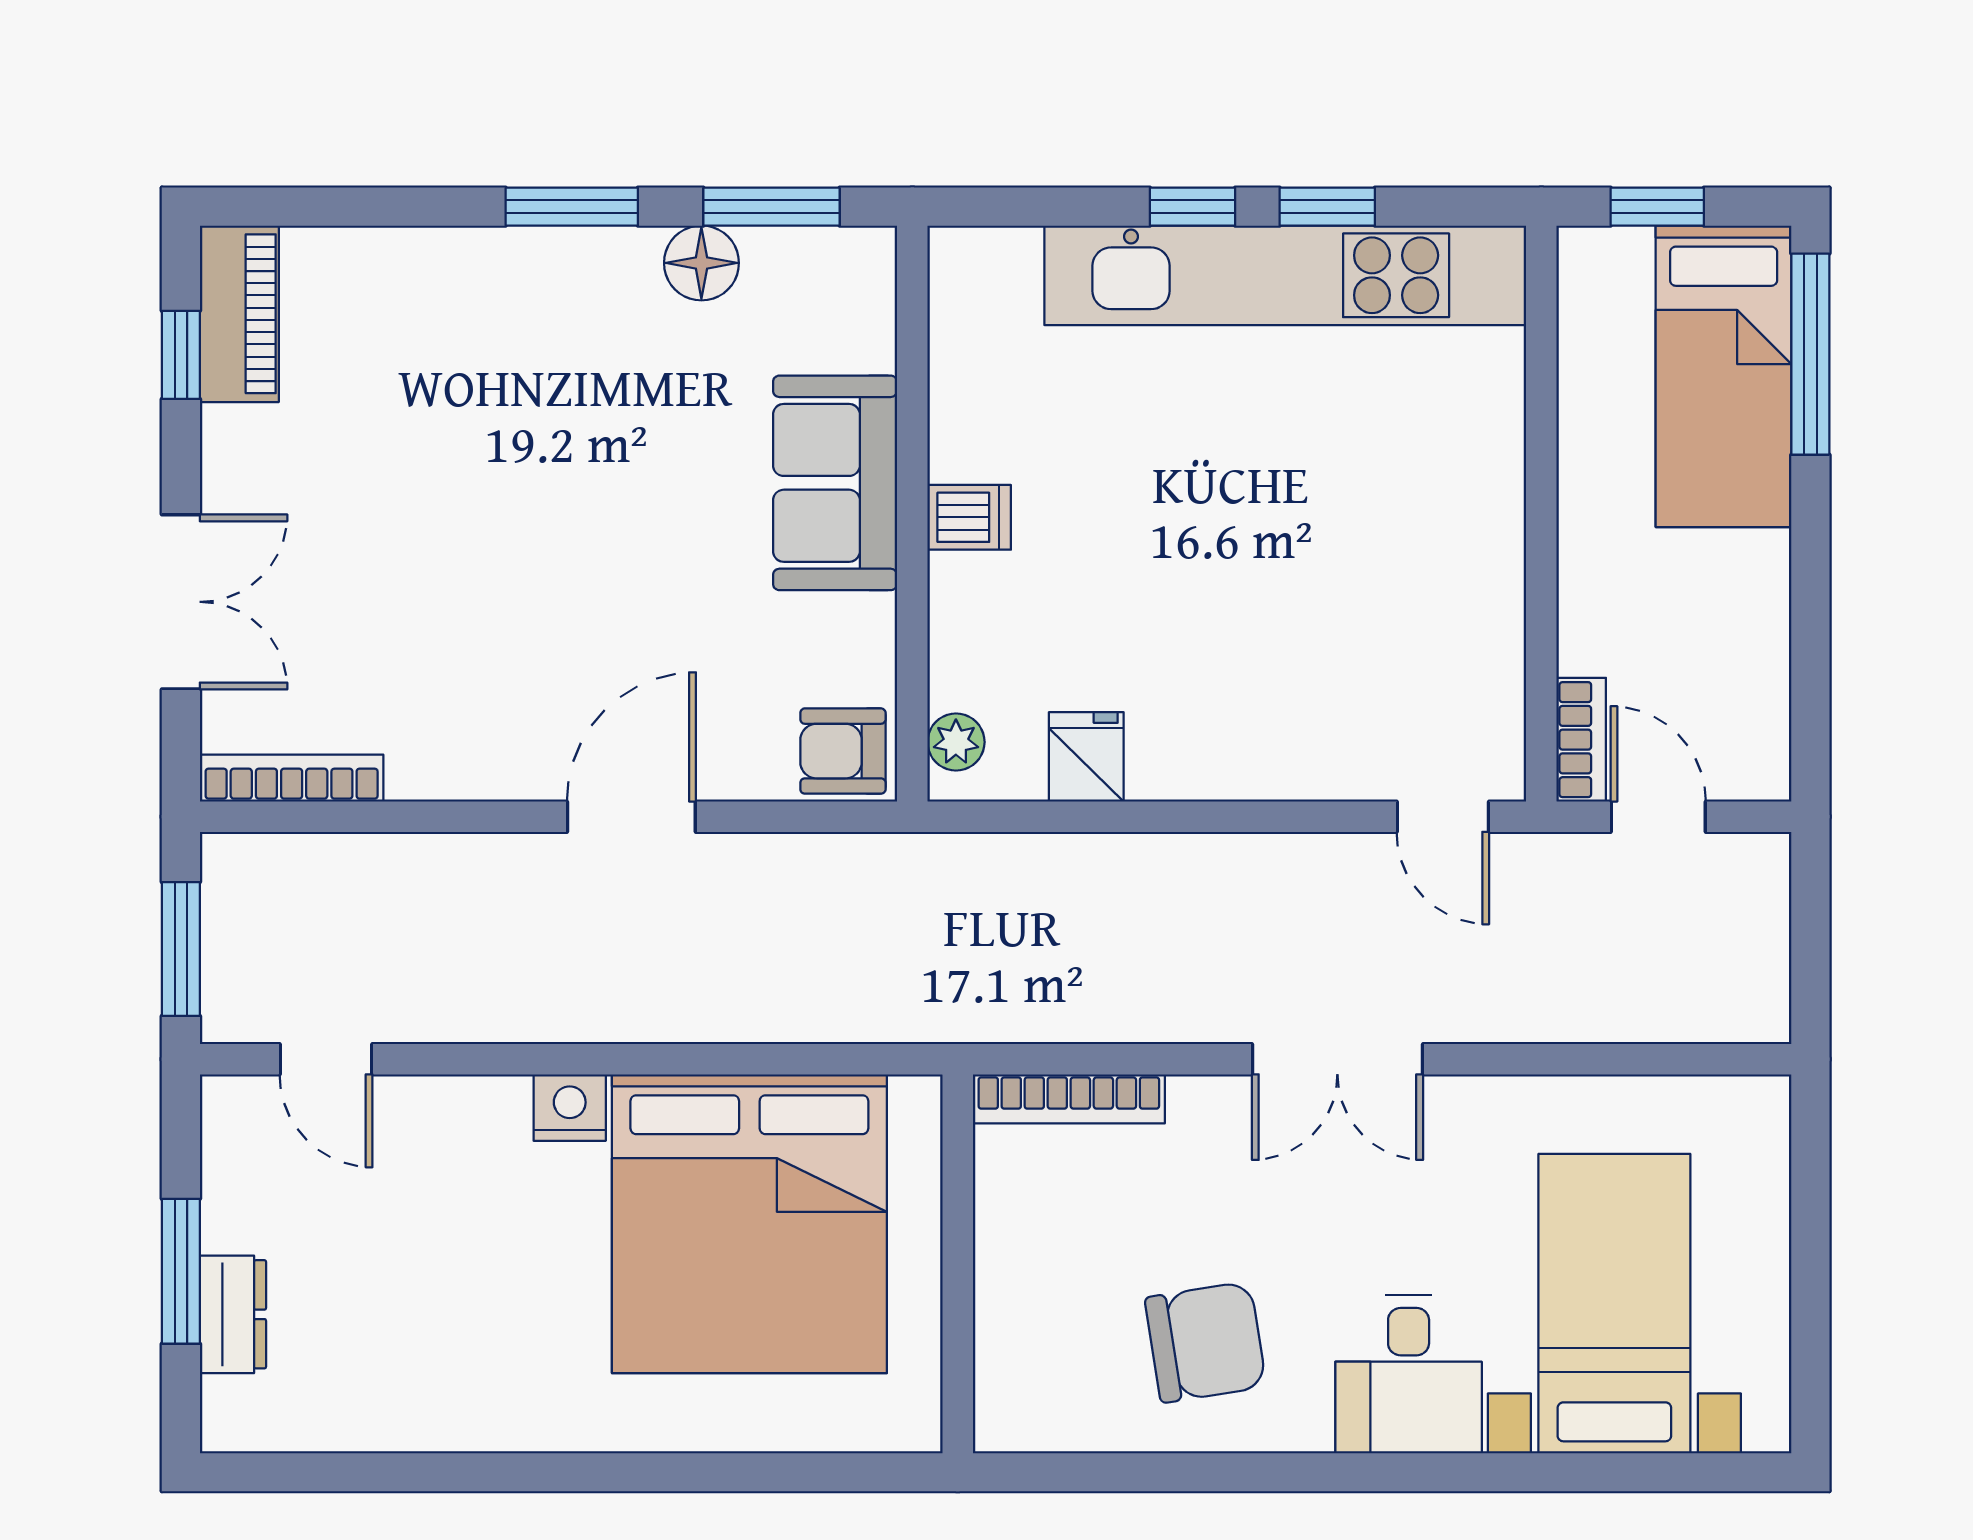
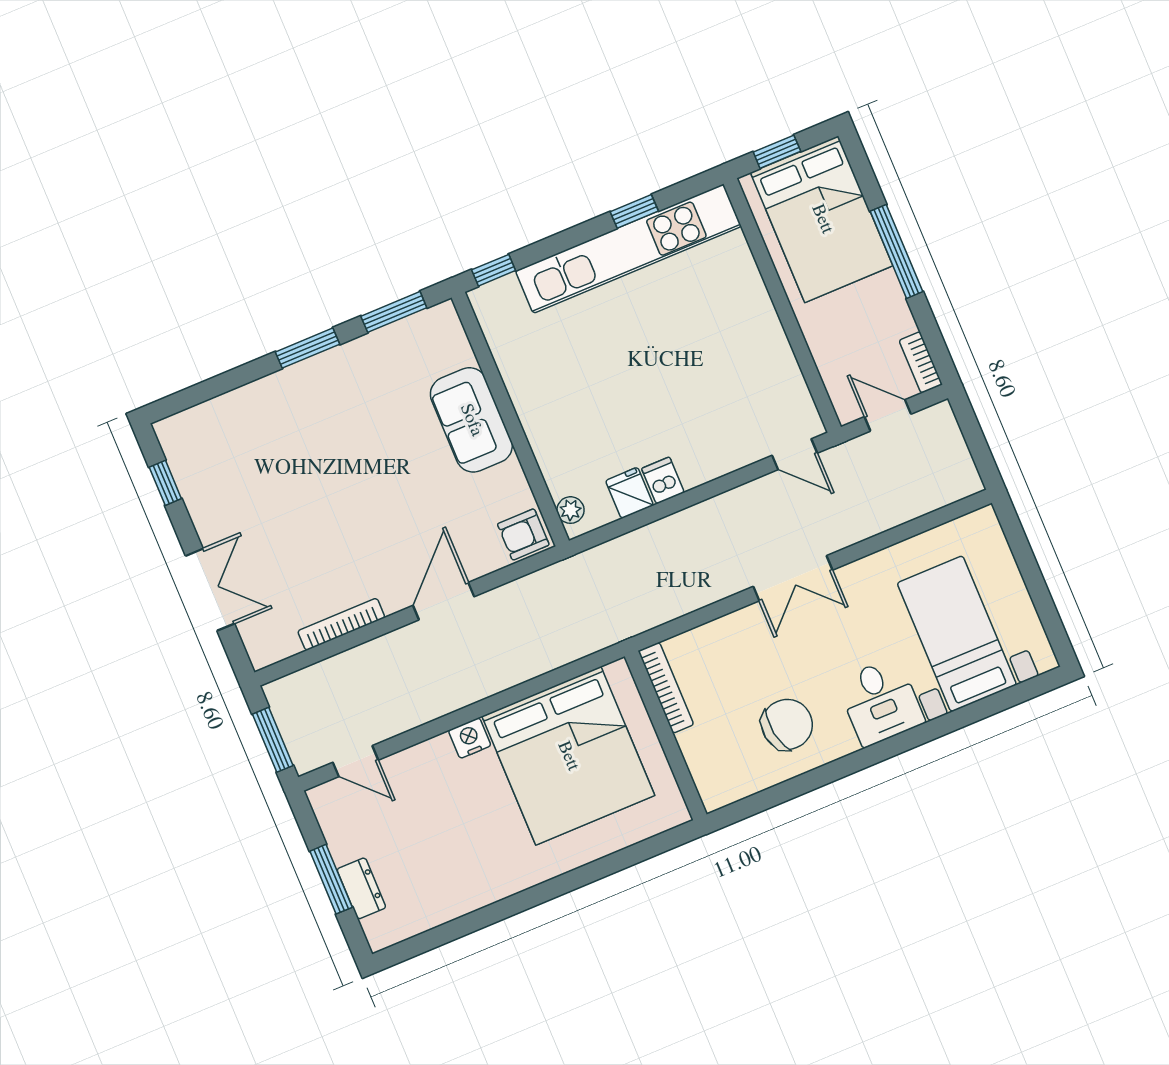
window: (1193, 207) -> (494, 270), moved
floor lamp: (701, 263) -> (374, 349), removed
piano: (239, 314) -> (183, 455), removed
window: (1810, 354) -> (896, 251), moved
bed: (1724, 376) -> (822, 219), width x1.50
dishwasher: (969, 517) -> (663, 480), moved, turned -90
bookcase: (1581, 740) -> (921, 362), moved, turned 180
bookcase: (292, 778) -> (341, 624), moved
bookcase: (1069, 1099) -> (666, 688), moved, turned -90

